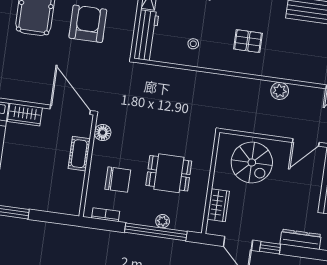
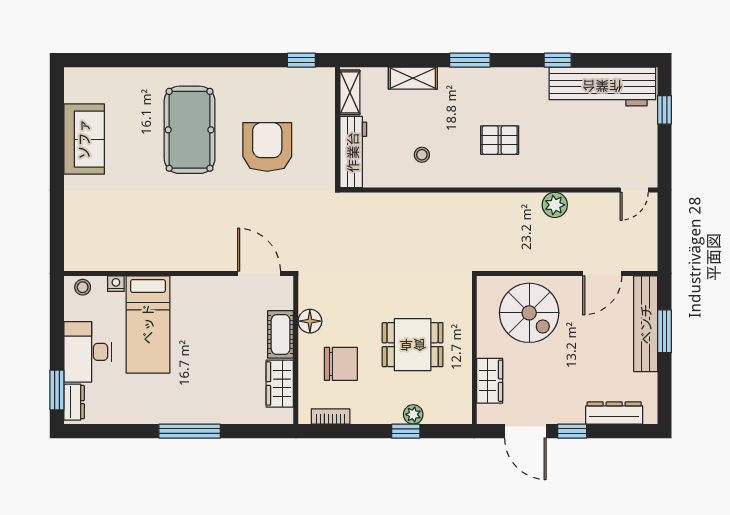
door: (70, 110) -> (259, 273), width x0.73
wardrobe: (25, 115) -> (280, 384), moved, turned 90
floor lamp: (103, 133) -> (310, 321), moved
window: (156, 232) -> (406, 431), width x0.32

